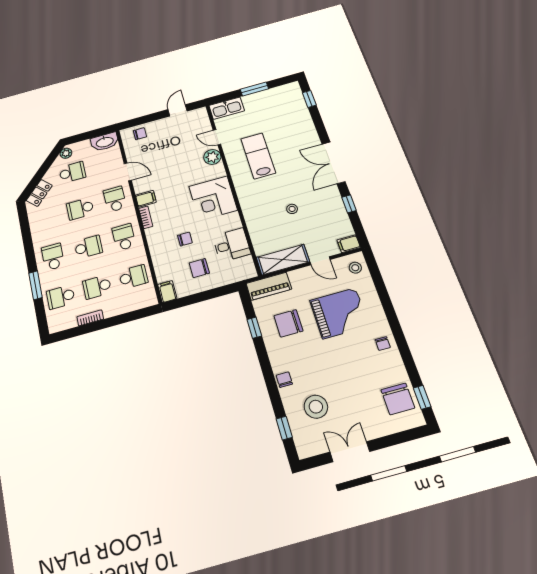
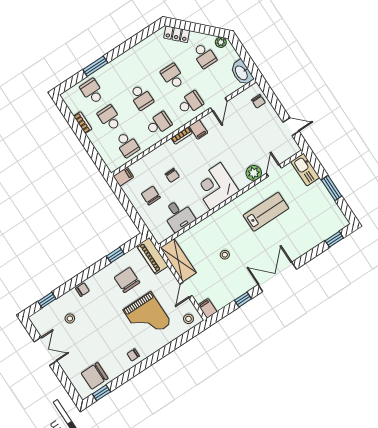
school desk: (53, 257) -> (124, 71), removed
stool: (316, 407) -> (70, 319), width x0.53, depth x0.53

